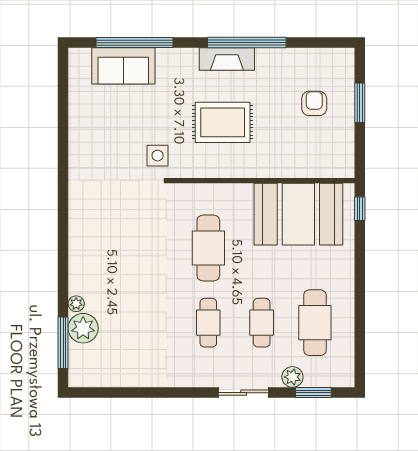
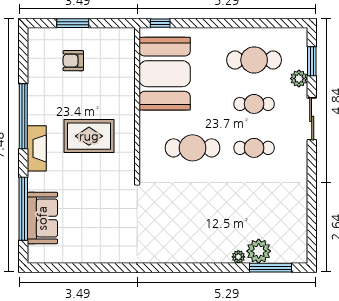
fireplace: (227, 59) -> (37, 148), moved
rug: (223, 122) -> (89, 136), turned 90
side table: (158, 156) -> (116, 190), removed

